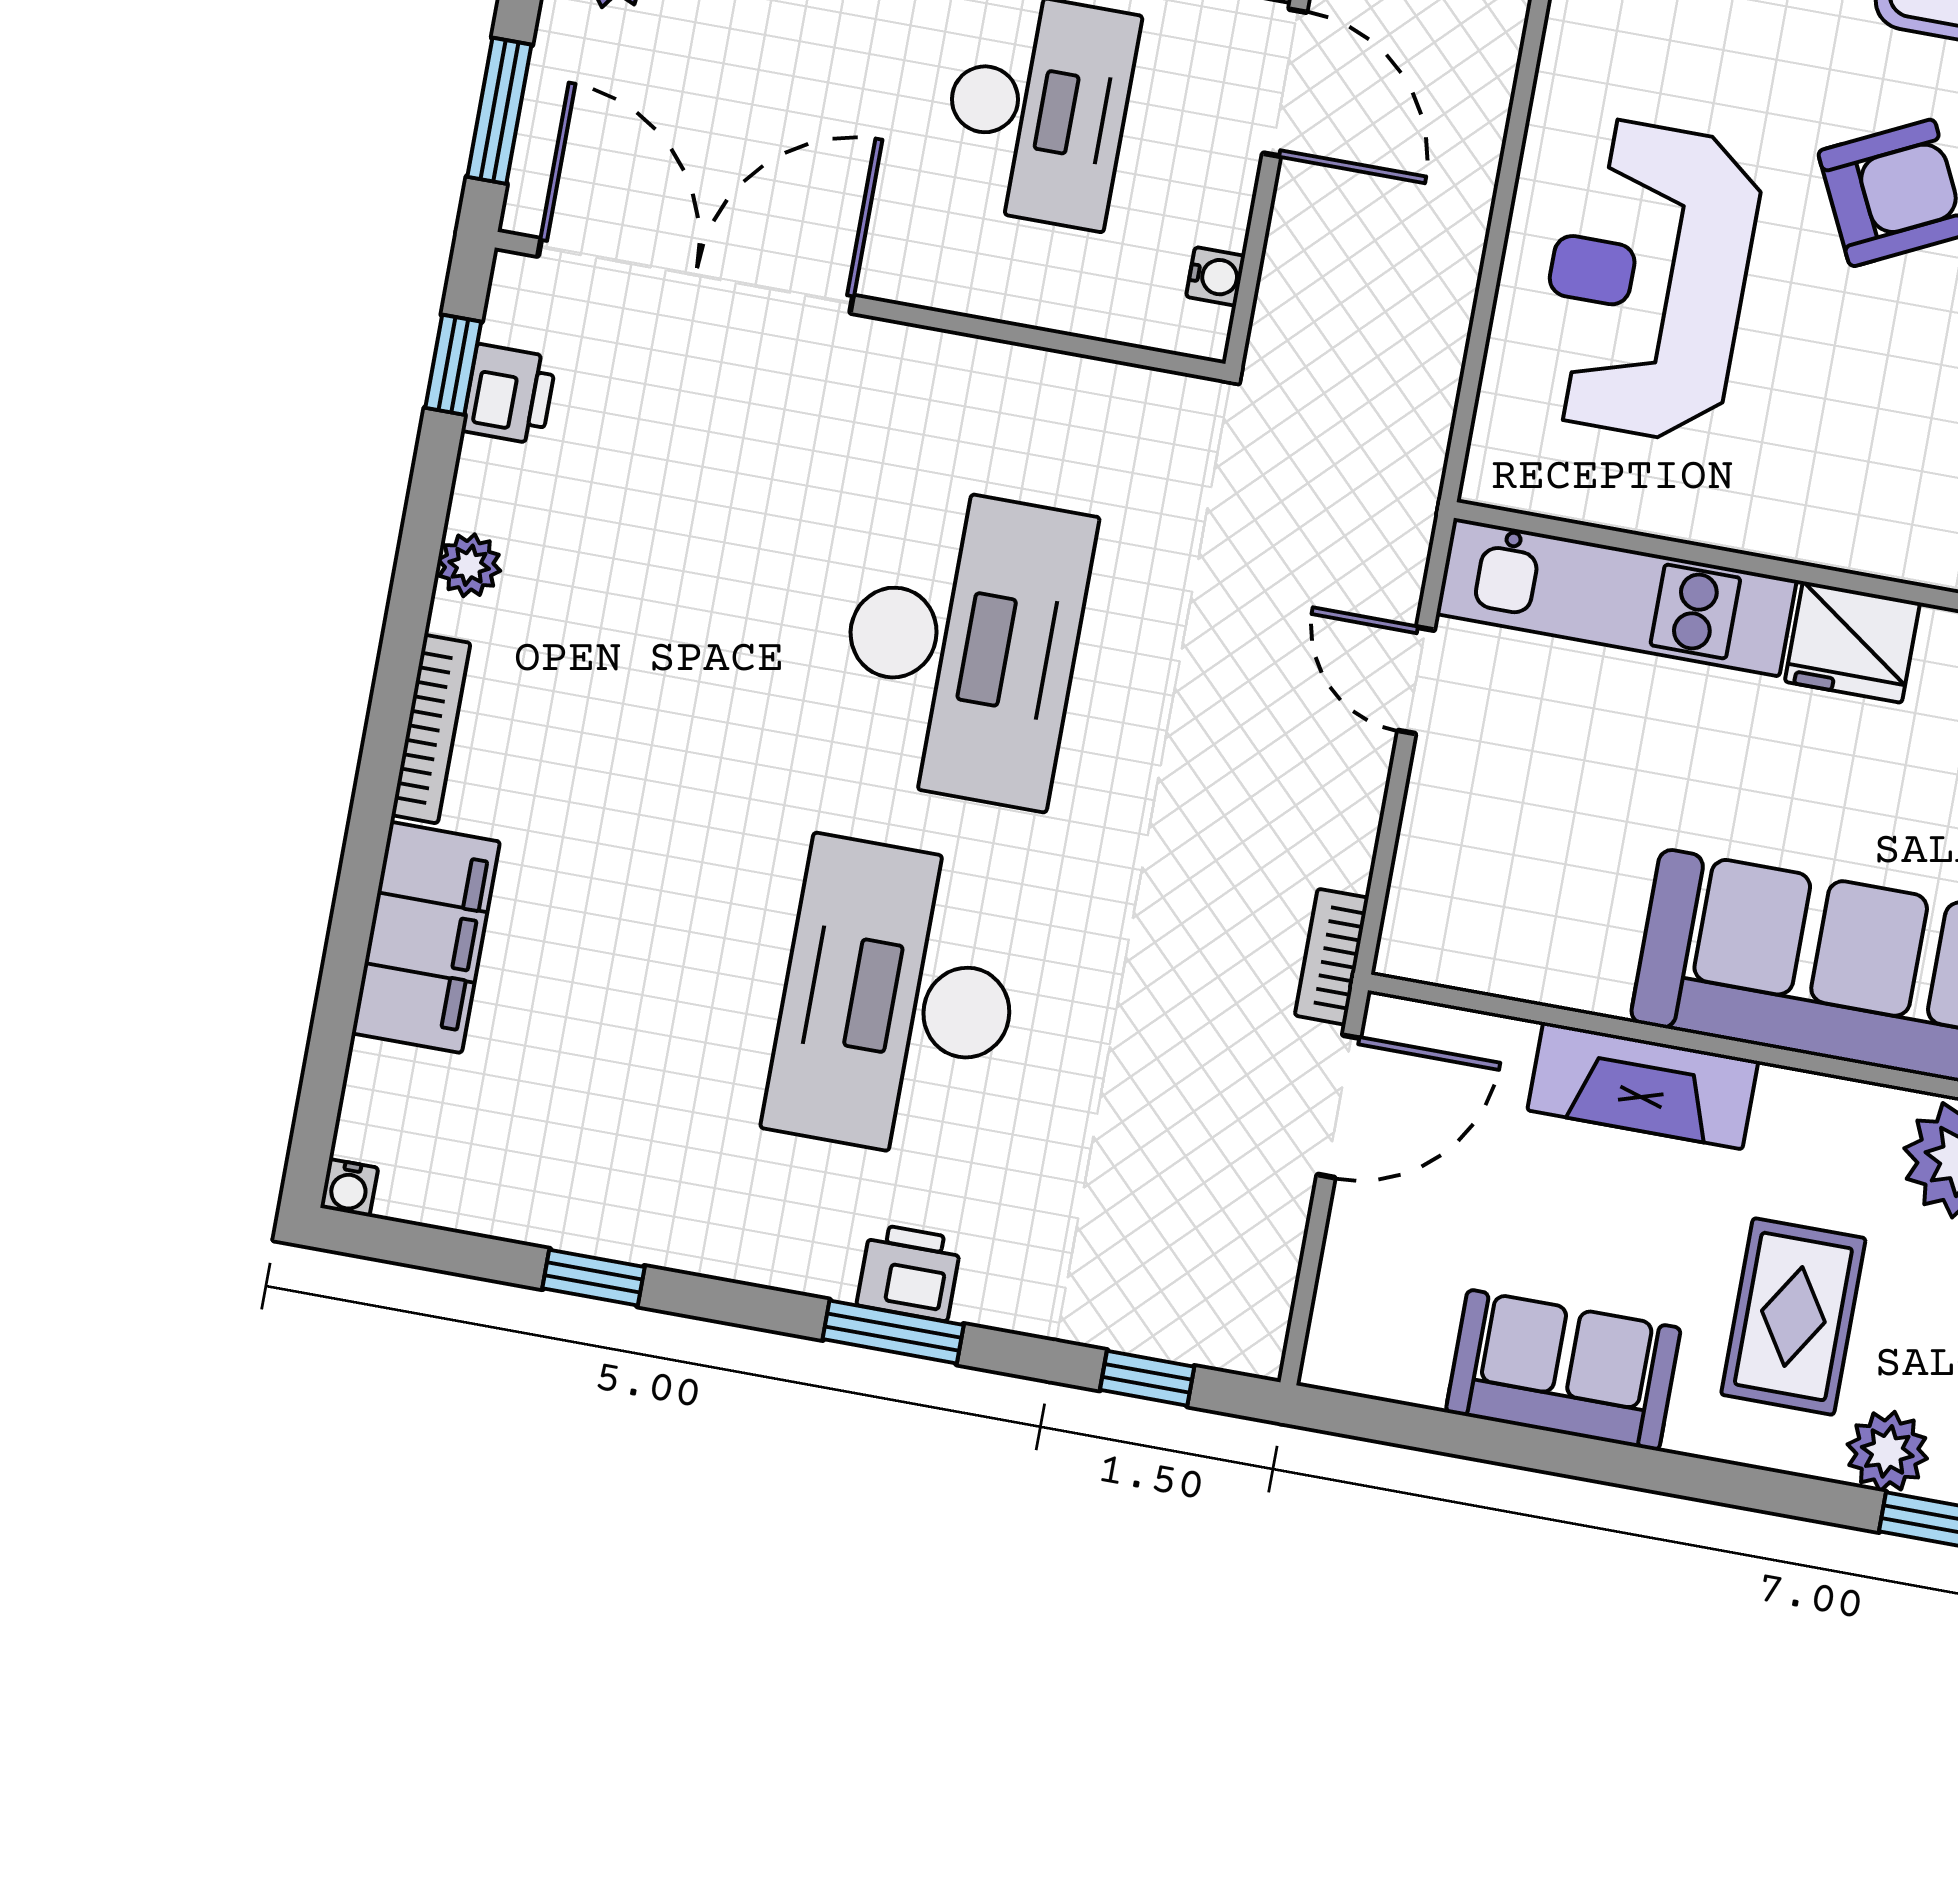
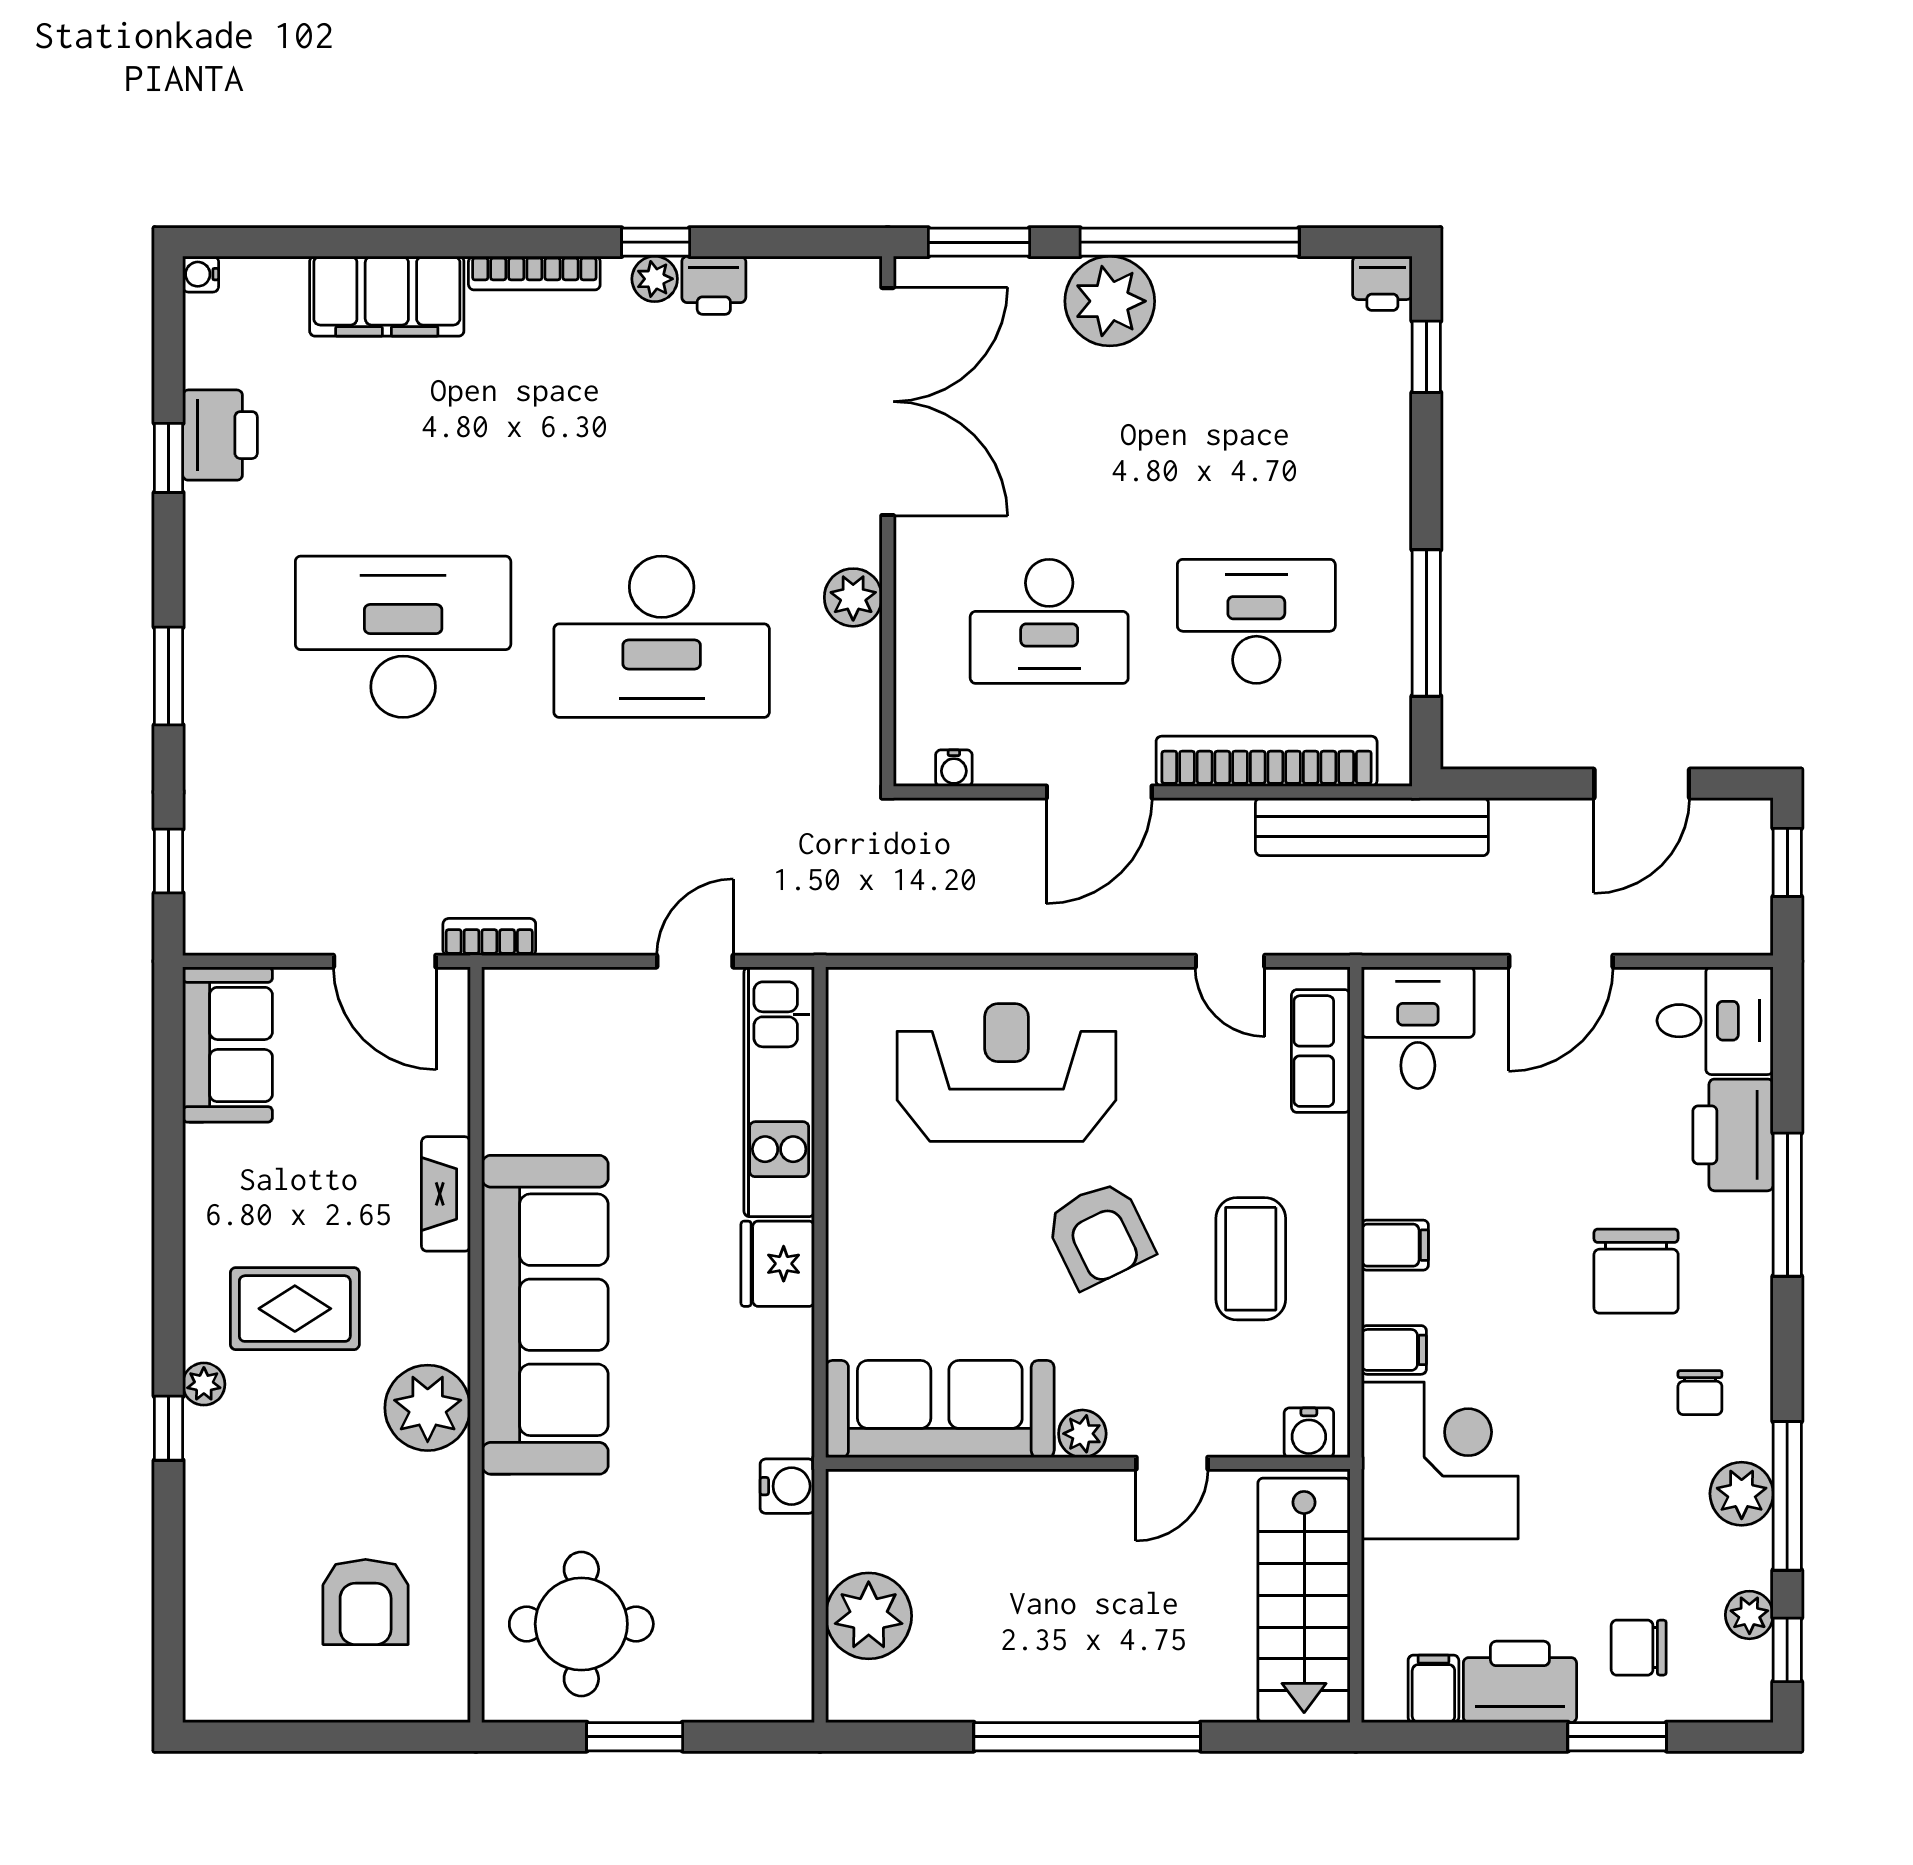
window: (453, 365) -> (656, 242), moved
plant: (956, 372) -> (853, 597), added
printer: (509, 394) -> (714, 285), moved
fireplace: (1643, 1086) -> (446, 1194), width x0.73, depth x0.76
printer: (909, 1272) -> (220, 435), moved, width x1.36, depth x1.24
sofa: (1563, 1370) -> (228, 1044), moved
plant: (1887, 1451) -> (204, 1384), width x0.73, depth x0.73

